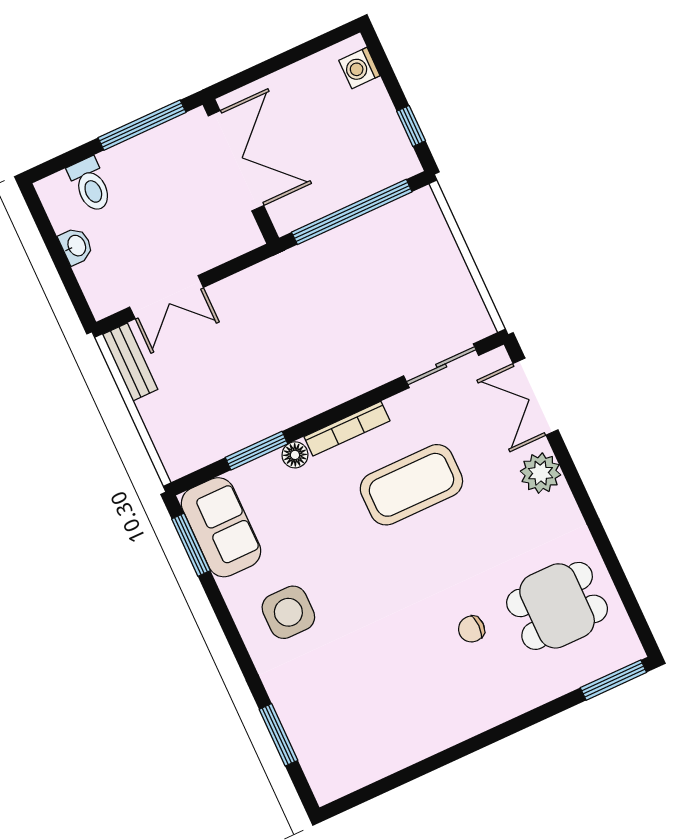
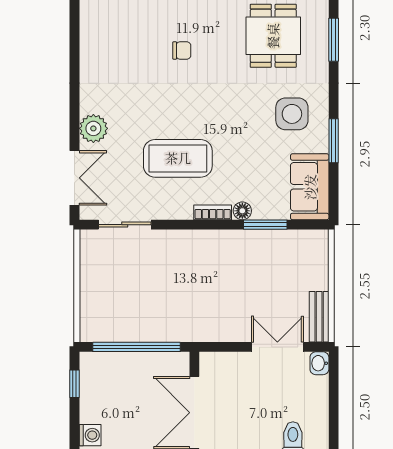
washbasin: (76, 246) -> (319, 363), moved
bookcase: (347, 429) -> (213, 212), width x0.64
window: (191, 545) -> (334, 141), moved
dining table: (557, 606) -> (273, 36), moved, turned 90

